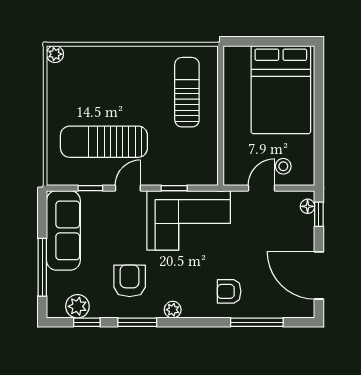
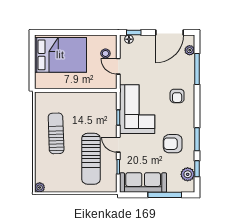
sun lounger: (187, 92) -> (56, 133), moved, turned 88
armchair: (229, 291) -> (177, 96), moved
plant: (173, 310) -> (190, 50), moved

